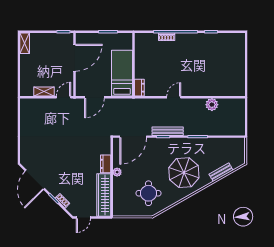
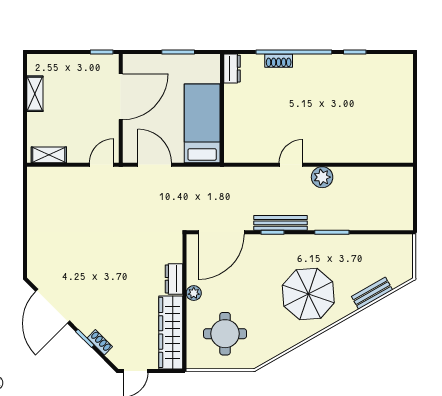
shelving: (25, 43) -> (35, 94), moved
dresser: (139, 88) -> (232, 69), moved
shelving: (44, 92) -> (49, 155), moved
door: (94, 97) -> (155, 165), swing flipped
plant: (212, 105) -> (322, 177), moved
round table: (148, 193) -> (225, 334), moved

